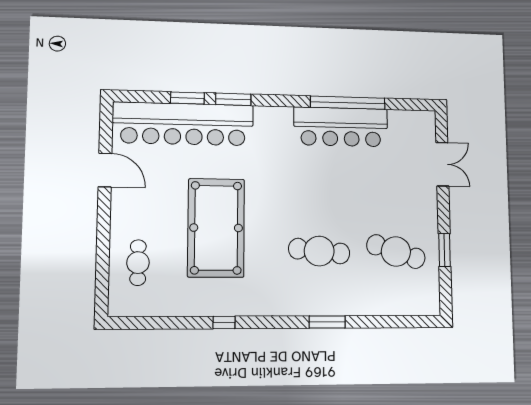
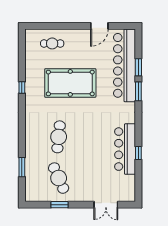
window: (348, 103) -> (138, 153), width x0.32
cafe table: (396, 252) -> (59, 178), turned -42
window: (327, 322) -> (22, 167), moved

